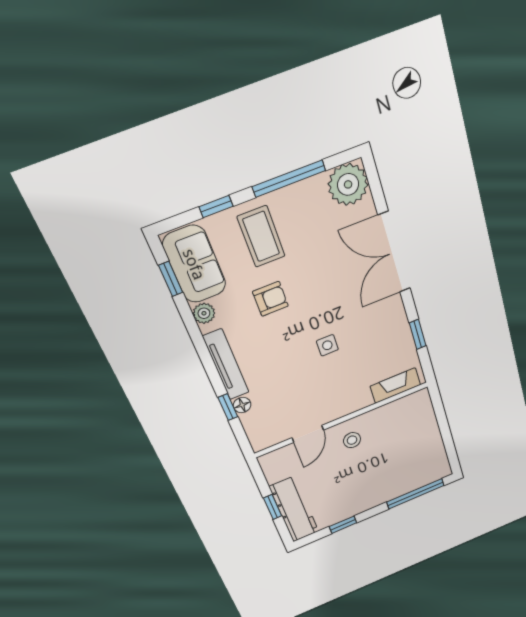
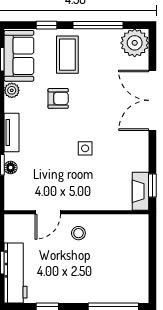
window: (418, 334) -> (152, 185), moved
tv unit: (226, 365) -> (12, 132), width x0.71
fireplace: (395, 386) -> (141, 191), moved, turned -90

